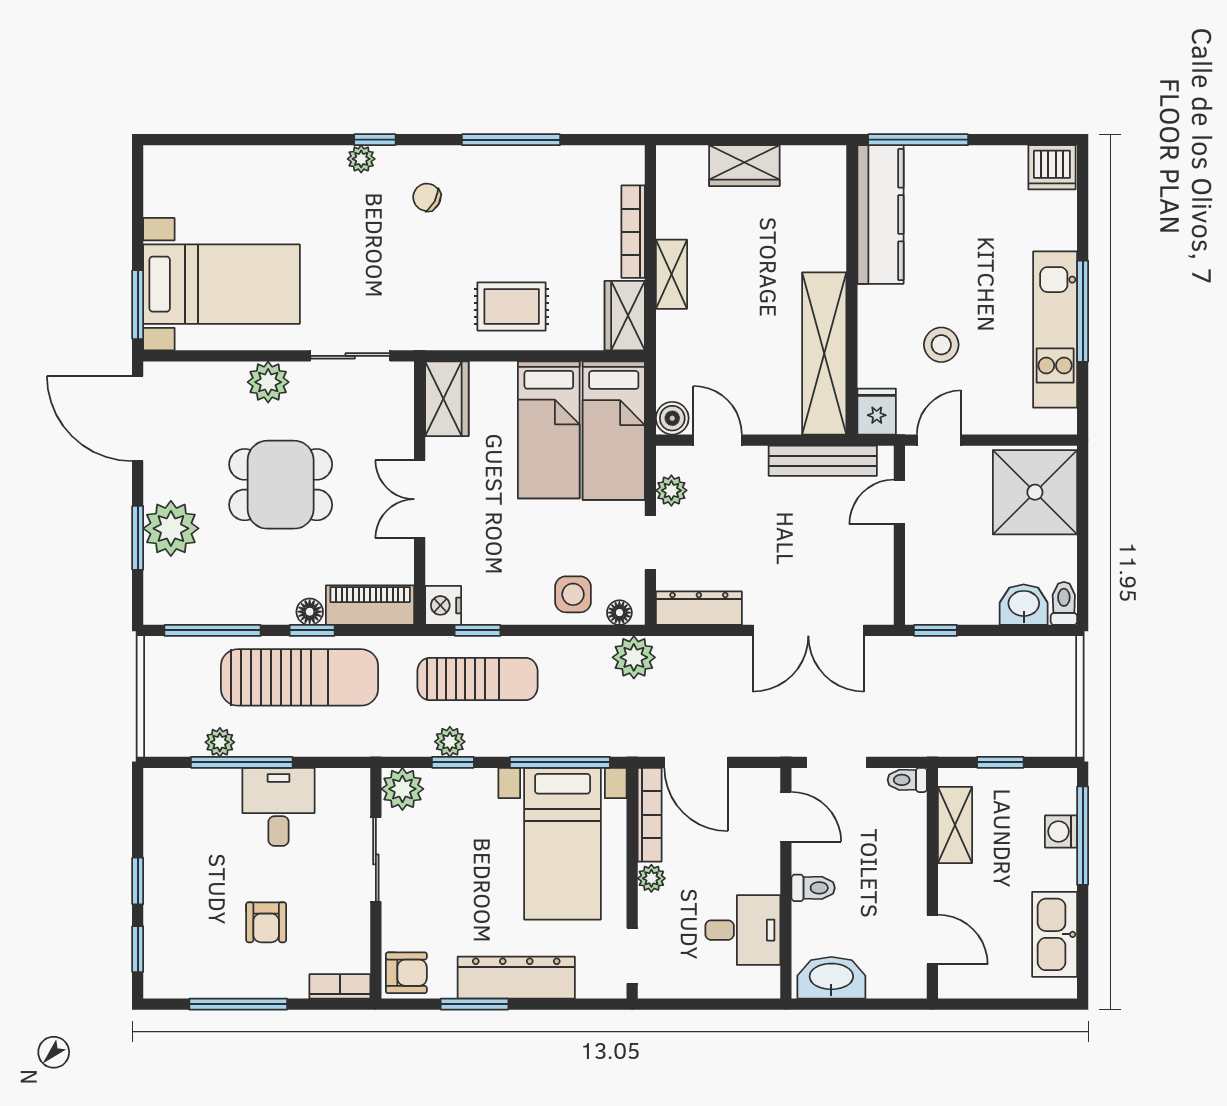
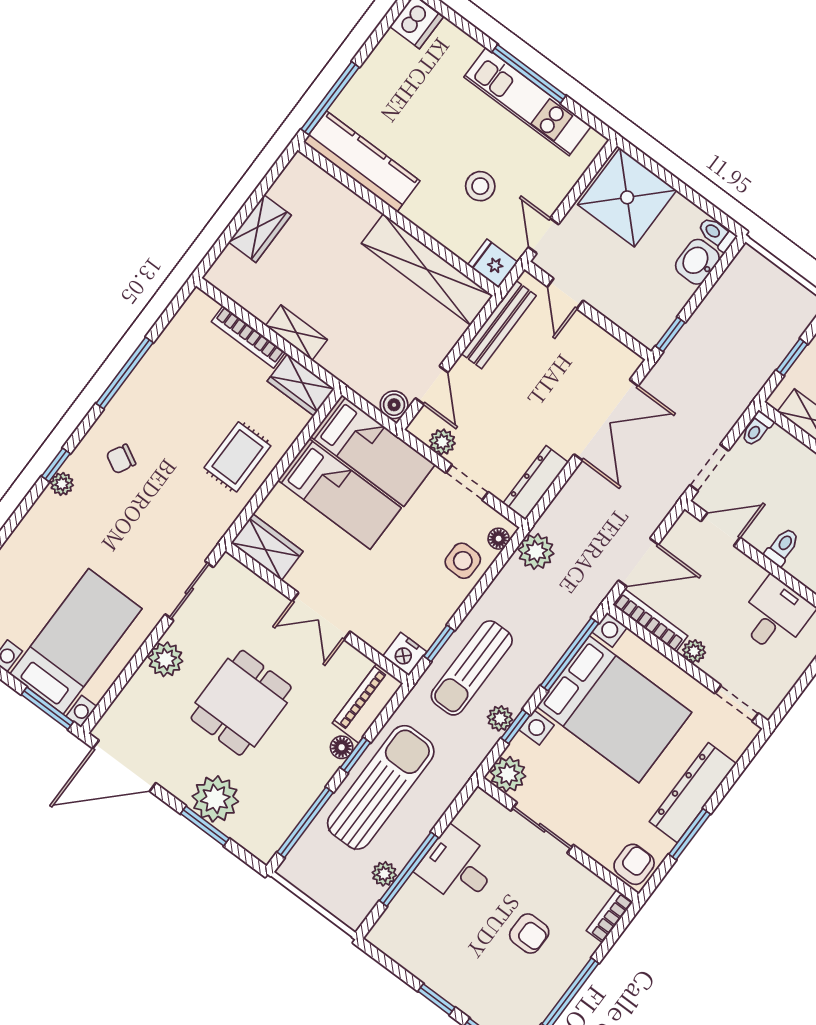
door: (718, 440) -> (432, 385), swing flipped
sun lounger: (478, 679) -> (472, 668), turned 180
bed with nightstands: (563, 844) -> (614, 709), width x1.36

